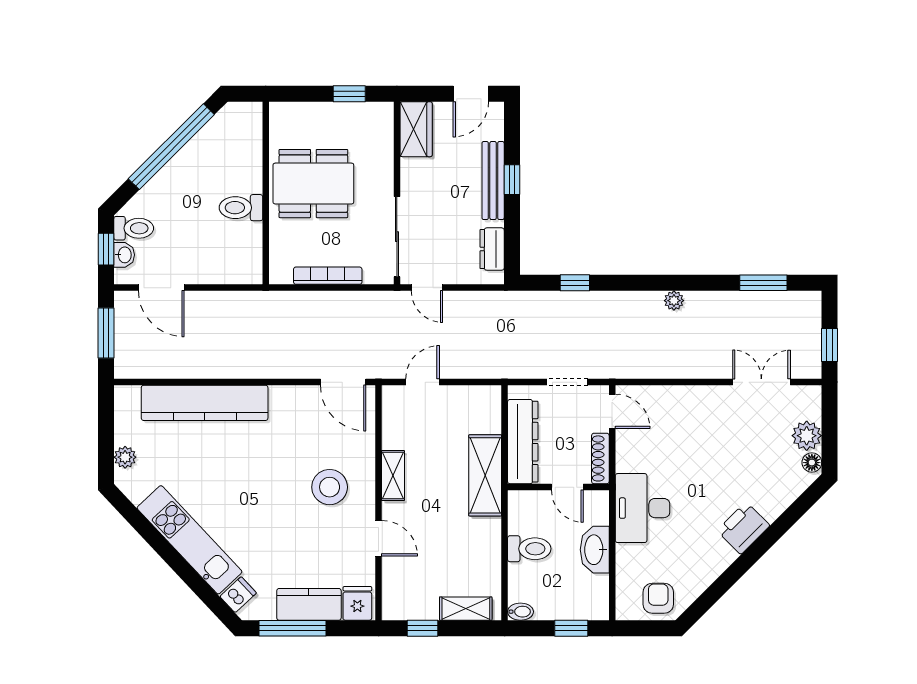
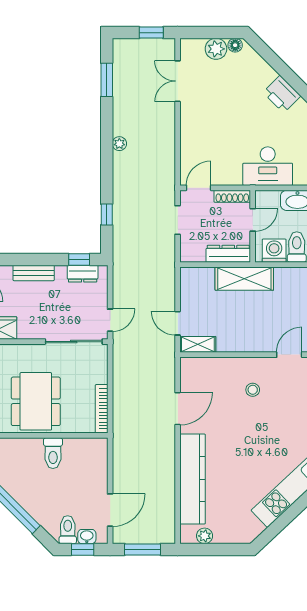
window: (512, 180) -> (79, 259), moved
bench: (493, 181) -> (34, 273), width x0.73
bookcase: (328, 276) -> (102, 409), moved
door: (343, 382) -> (178, 409), moved
dresser: (523, 442) -> (228, 254), width x0.73, depth x0.80
plant: (125, 457) -> (205, 536), moved
shelving: (393, 476) -> (198, 344), moved
stool: (330, 487) -> (253, 390), width x0.53, depth x0.53
washing machine: (524, 517) -> (274, 251), added

